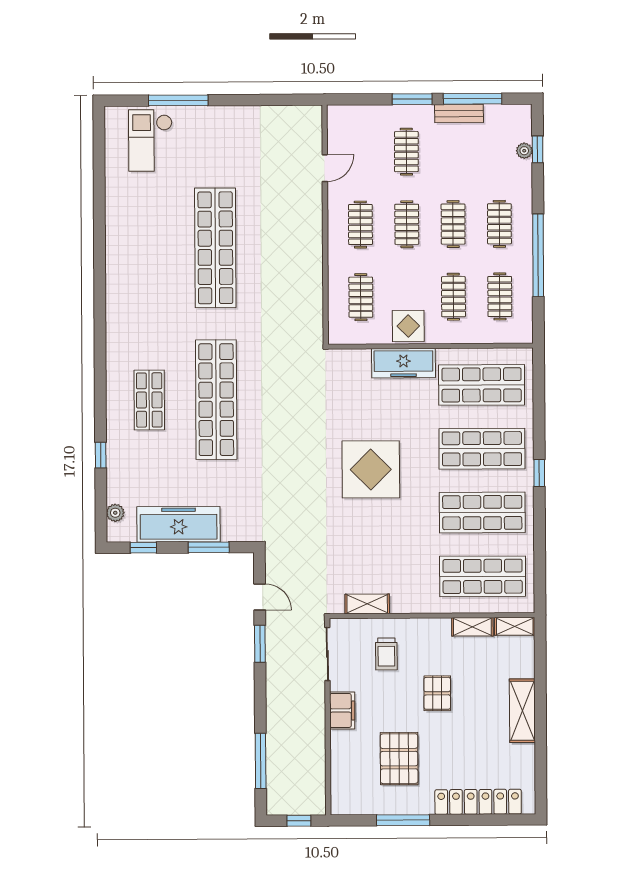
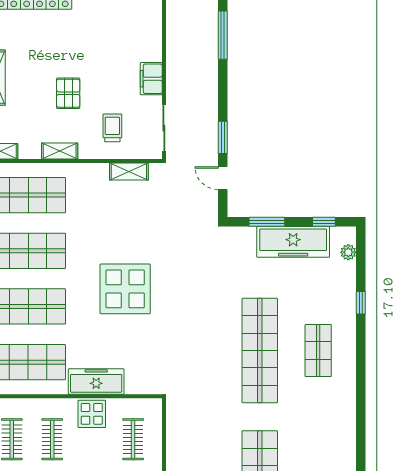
shelving: (472, 627) -> (60, 151), moved
pallet: (399, 759) -> (102, 36), removed

